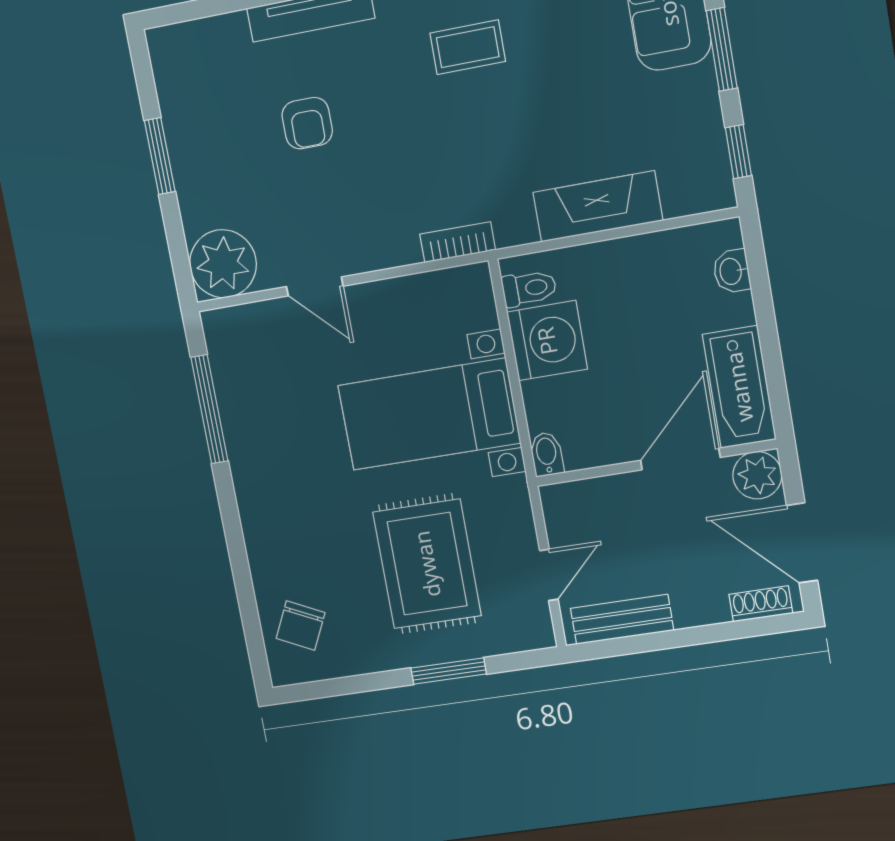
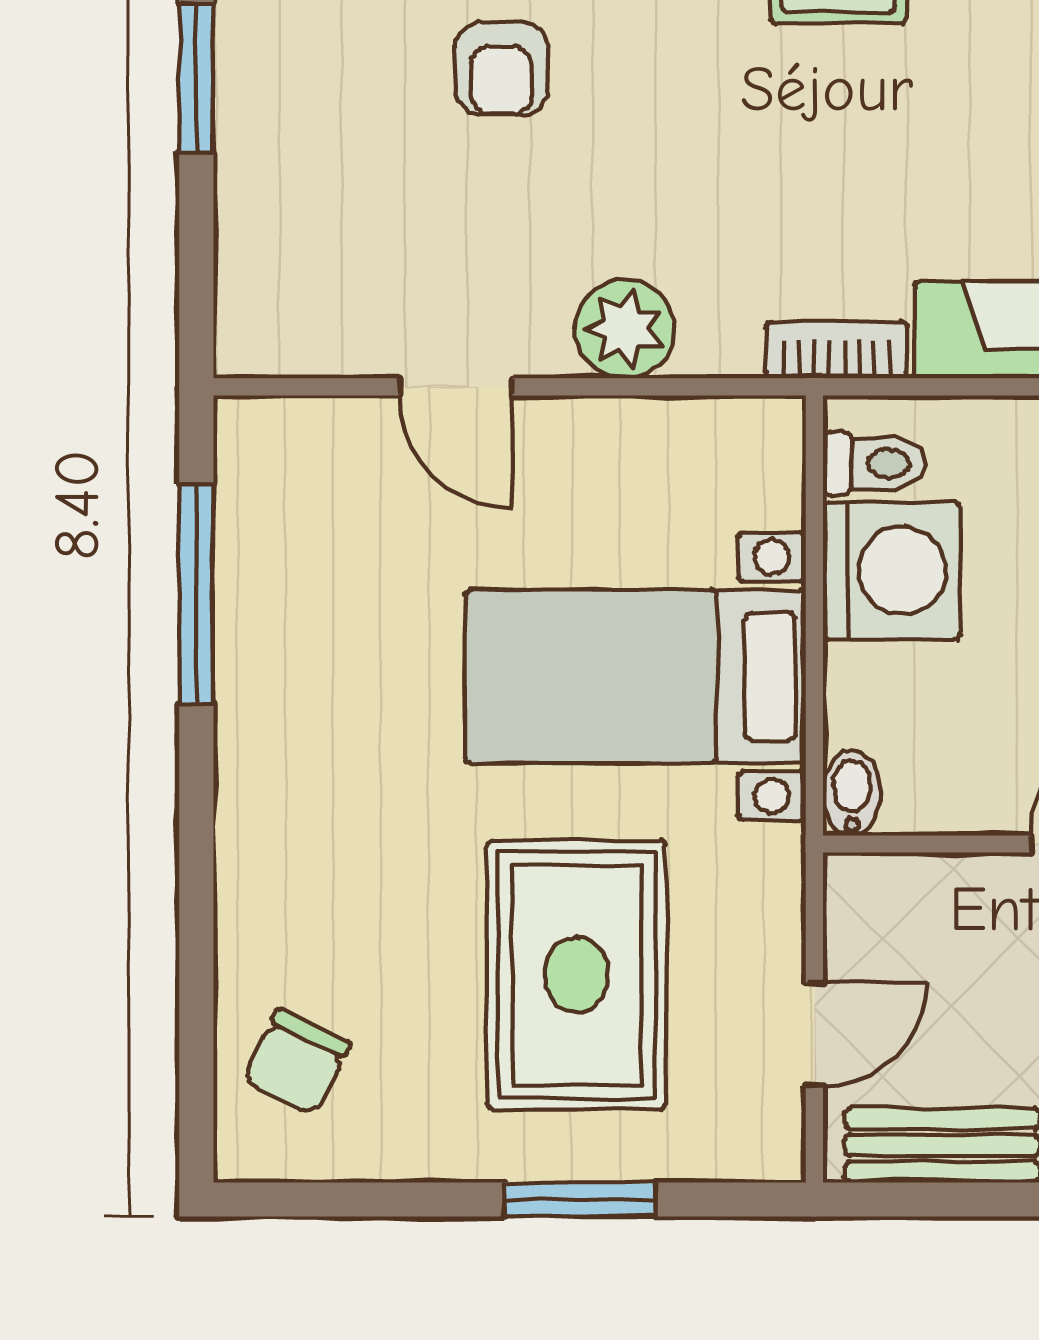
bookcase: (458, 242) -> (837, 350), moved
plant: (223, 264) -> (625, 329), moved, width x0.73, depth x0.73

